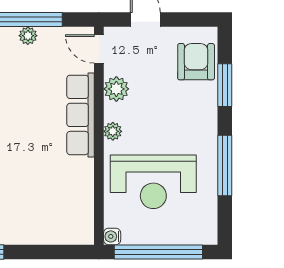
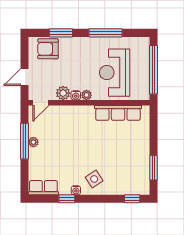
row of seats: (81, 115) -> (118, 113), moved
reception desk: (153, 182) -> (115, 73), turned 180
water cooler: (112, 236) -> (76, 95), moved

